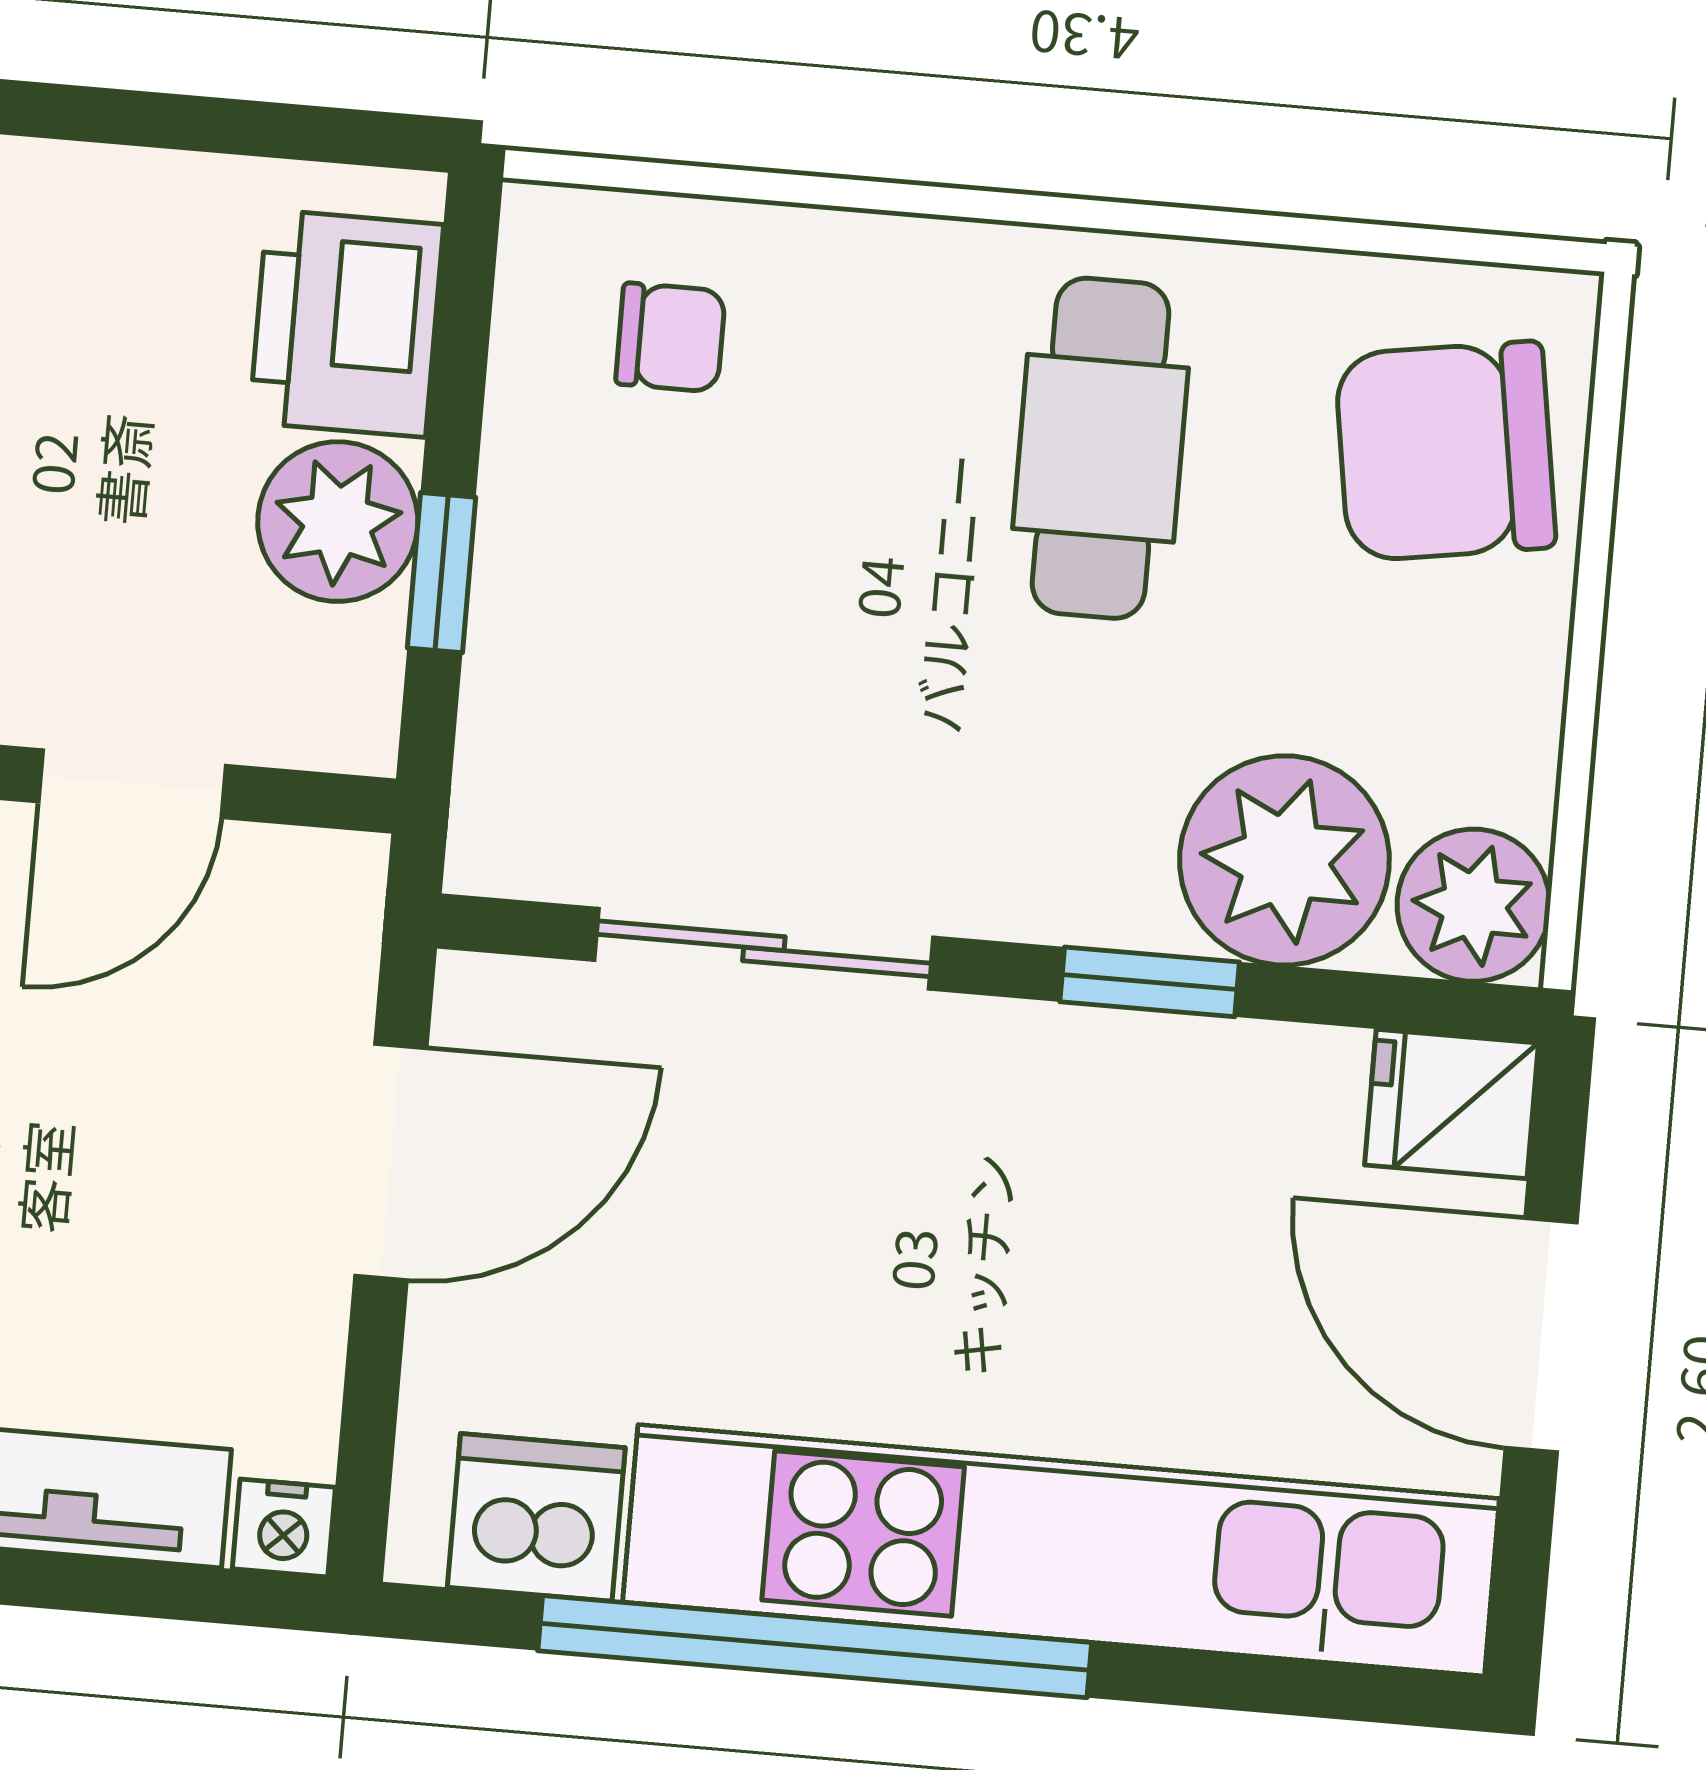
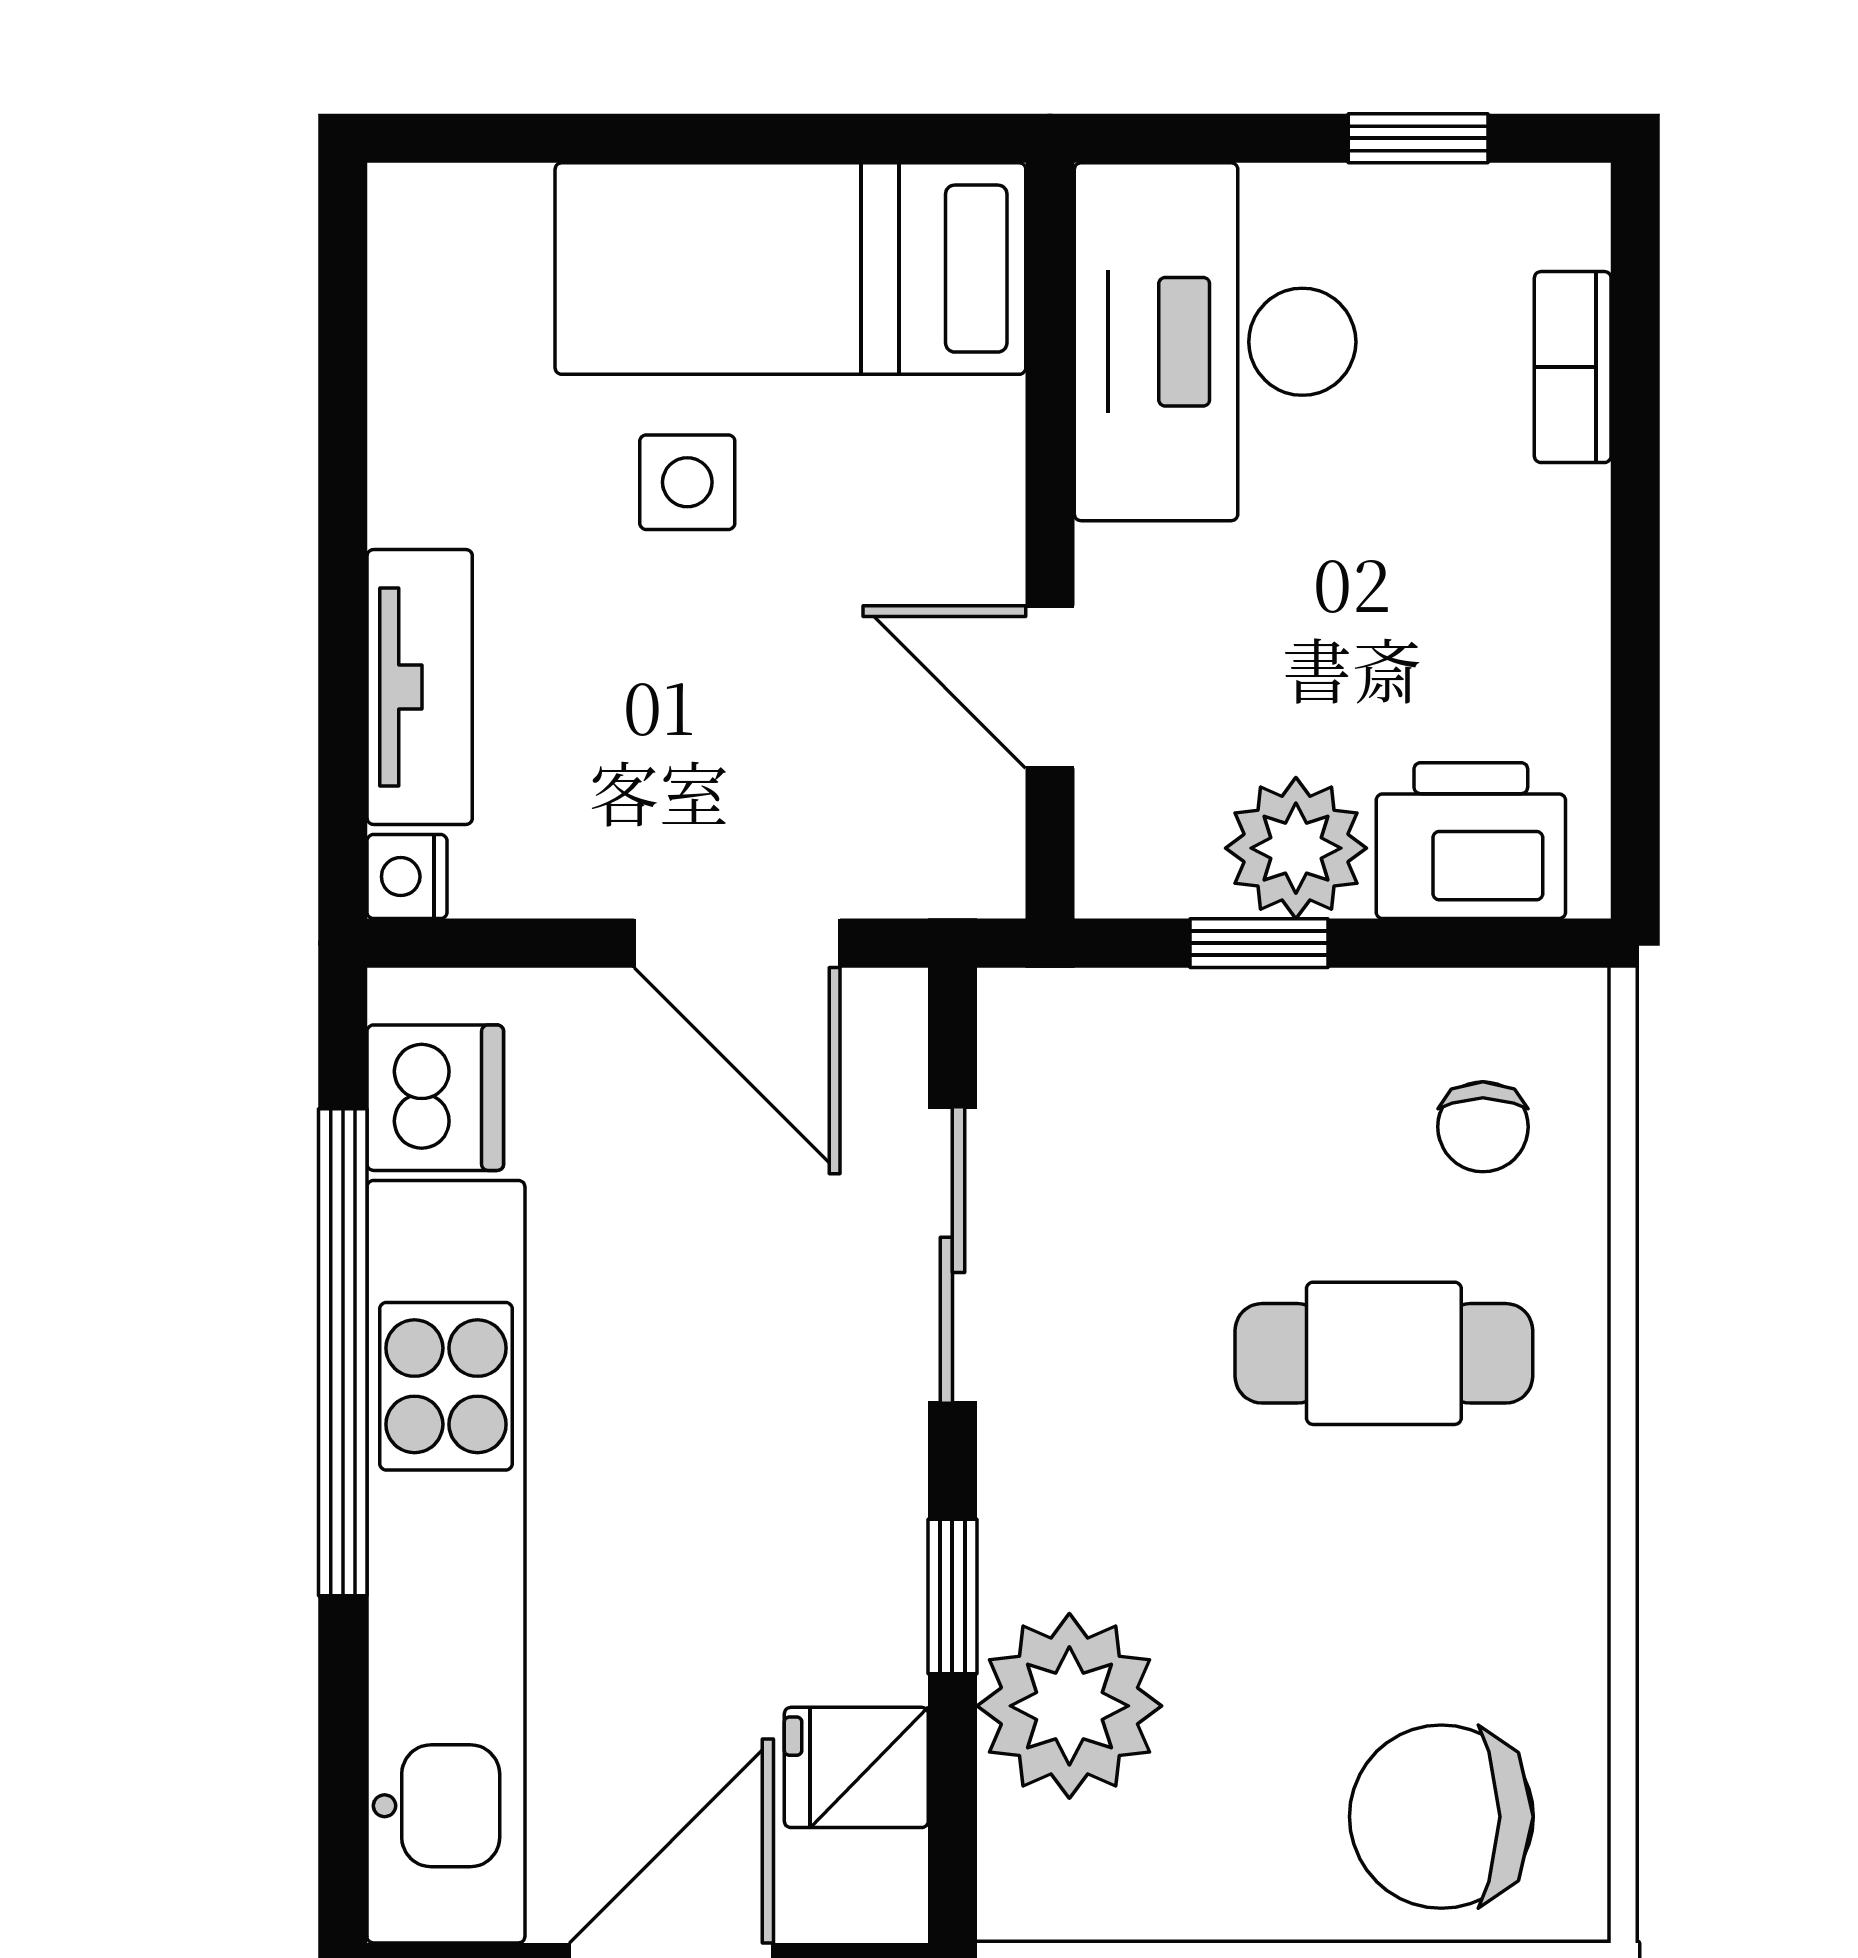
cafe table: (1101, 448) -> (1384, 1353), moved
chair: (1445, 451) -> (1441, 1817), turned -81
plant: (1474, 905) -> (1044, 1876), removed
fridge: (1452, 1104) -> (856, 1767), moved, turned -90

